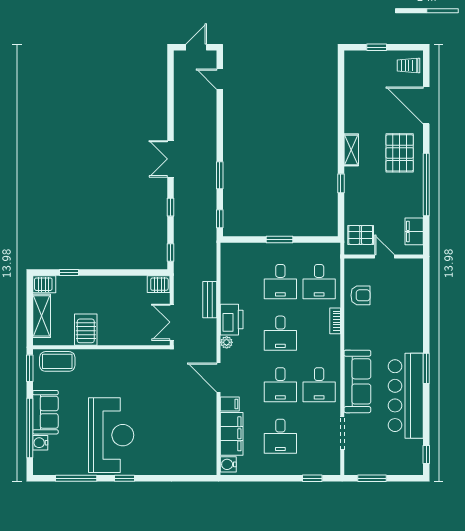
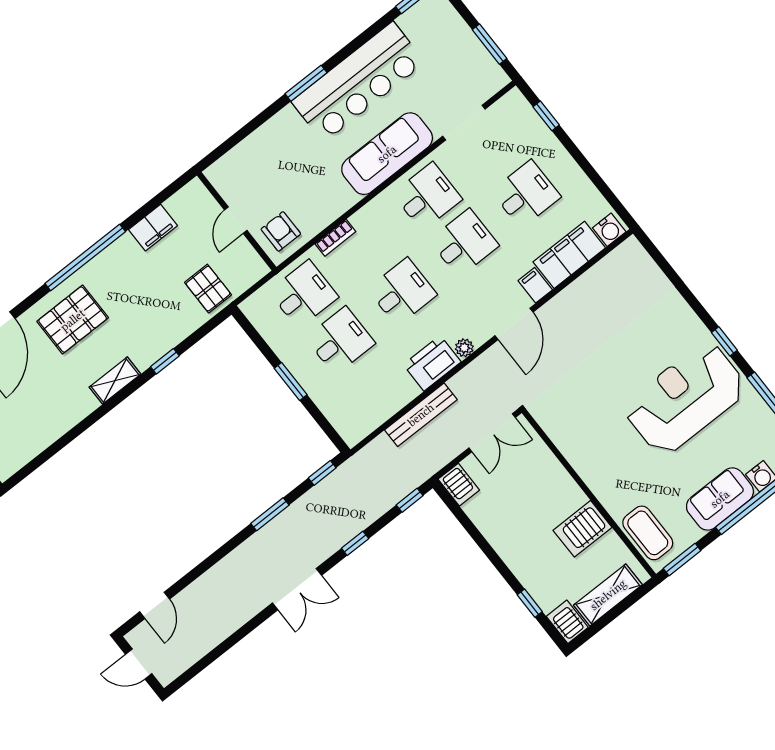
door: (384, 257) -> (236, 220), moved
wall: (384, 257) -> (237, 221), moved
bench: (210, 300) -> (421, 415), width x1.36

